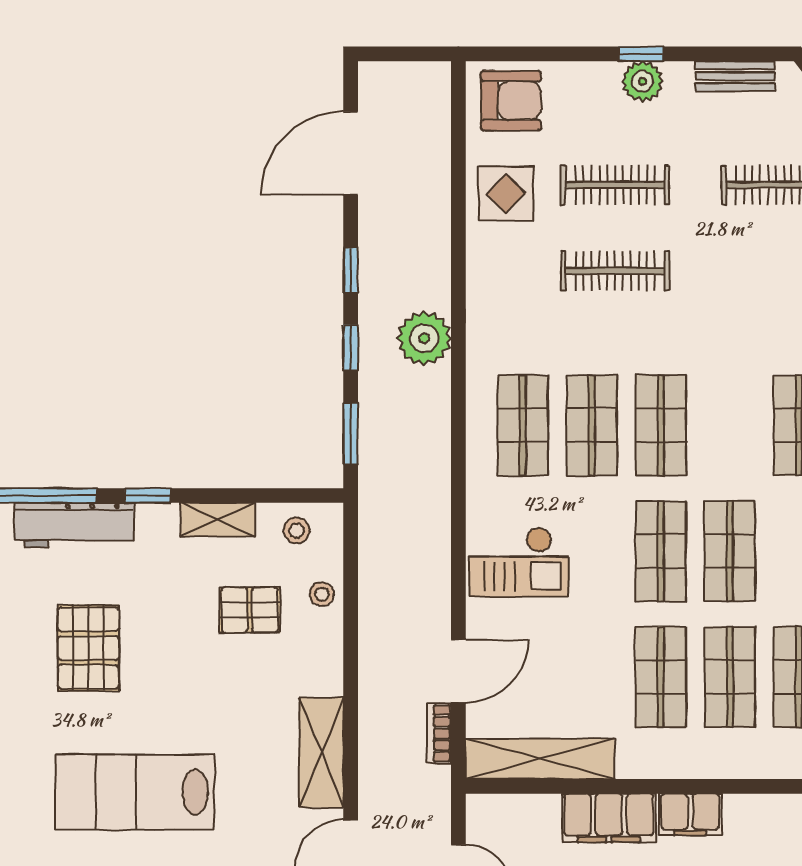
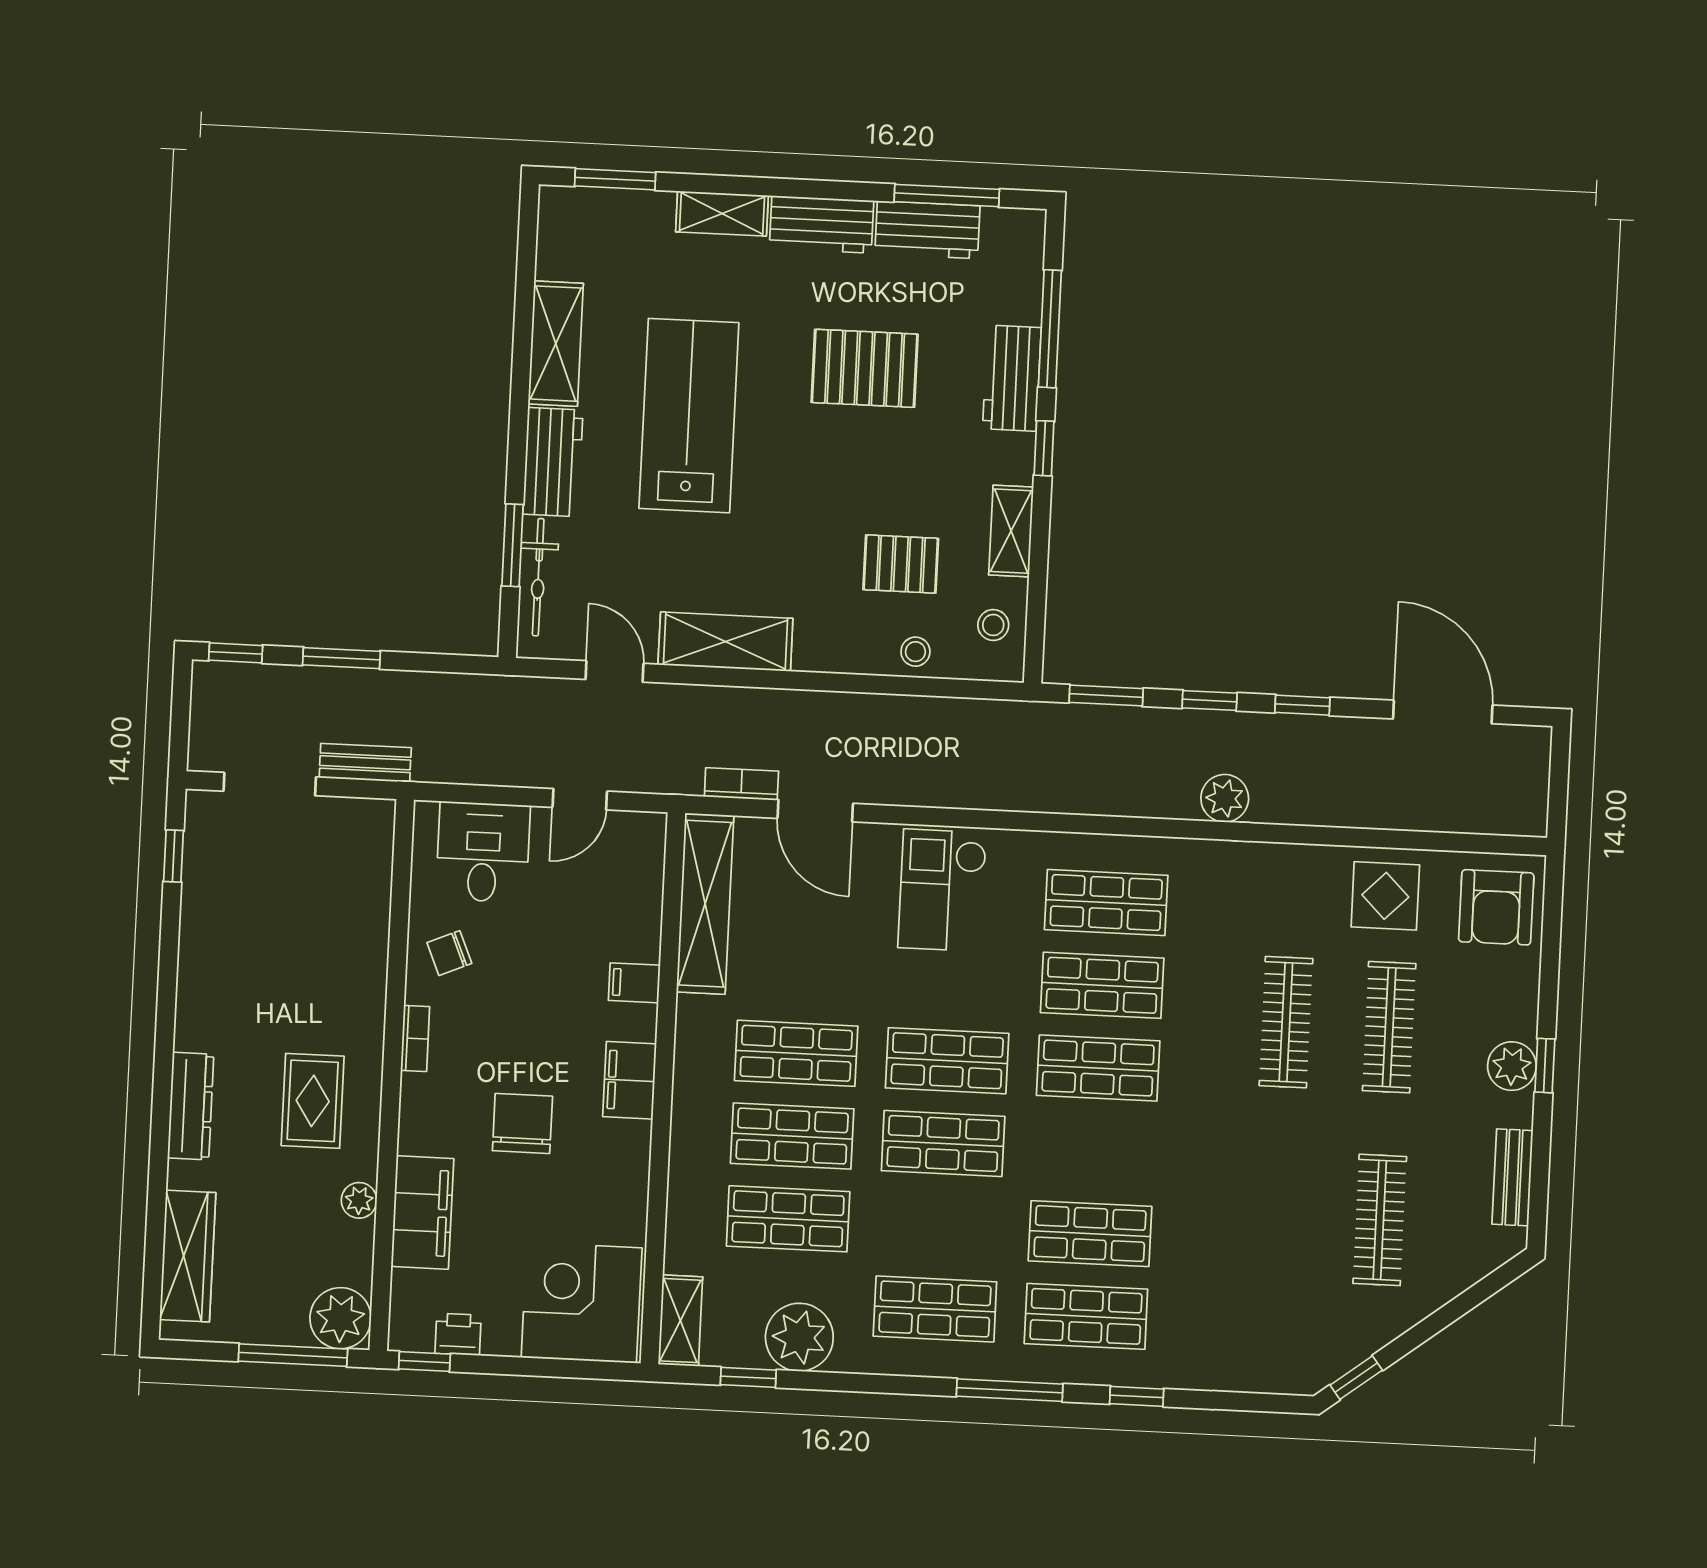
plant: (424, 338) -> (1225, 798), width x0.73, depth x0.73
workbench: (74, 525) -> (1012, 378), width x0.73
pallet: (250, 610) -> (901, 564), turned 90
filing cabinet: (609, 818) -> (634, 983), width x0.33, depth x0.86

